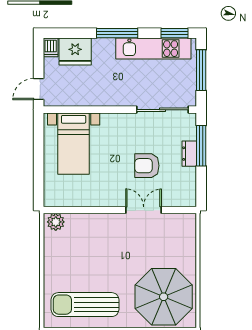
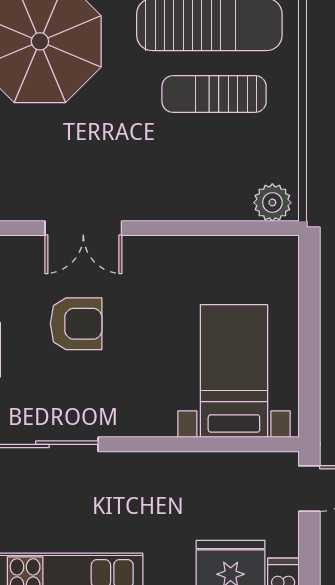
sun lounger: (83, 272) -> (214, 94), added

